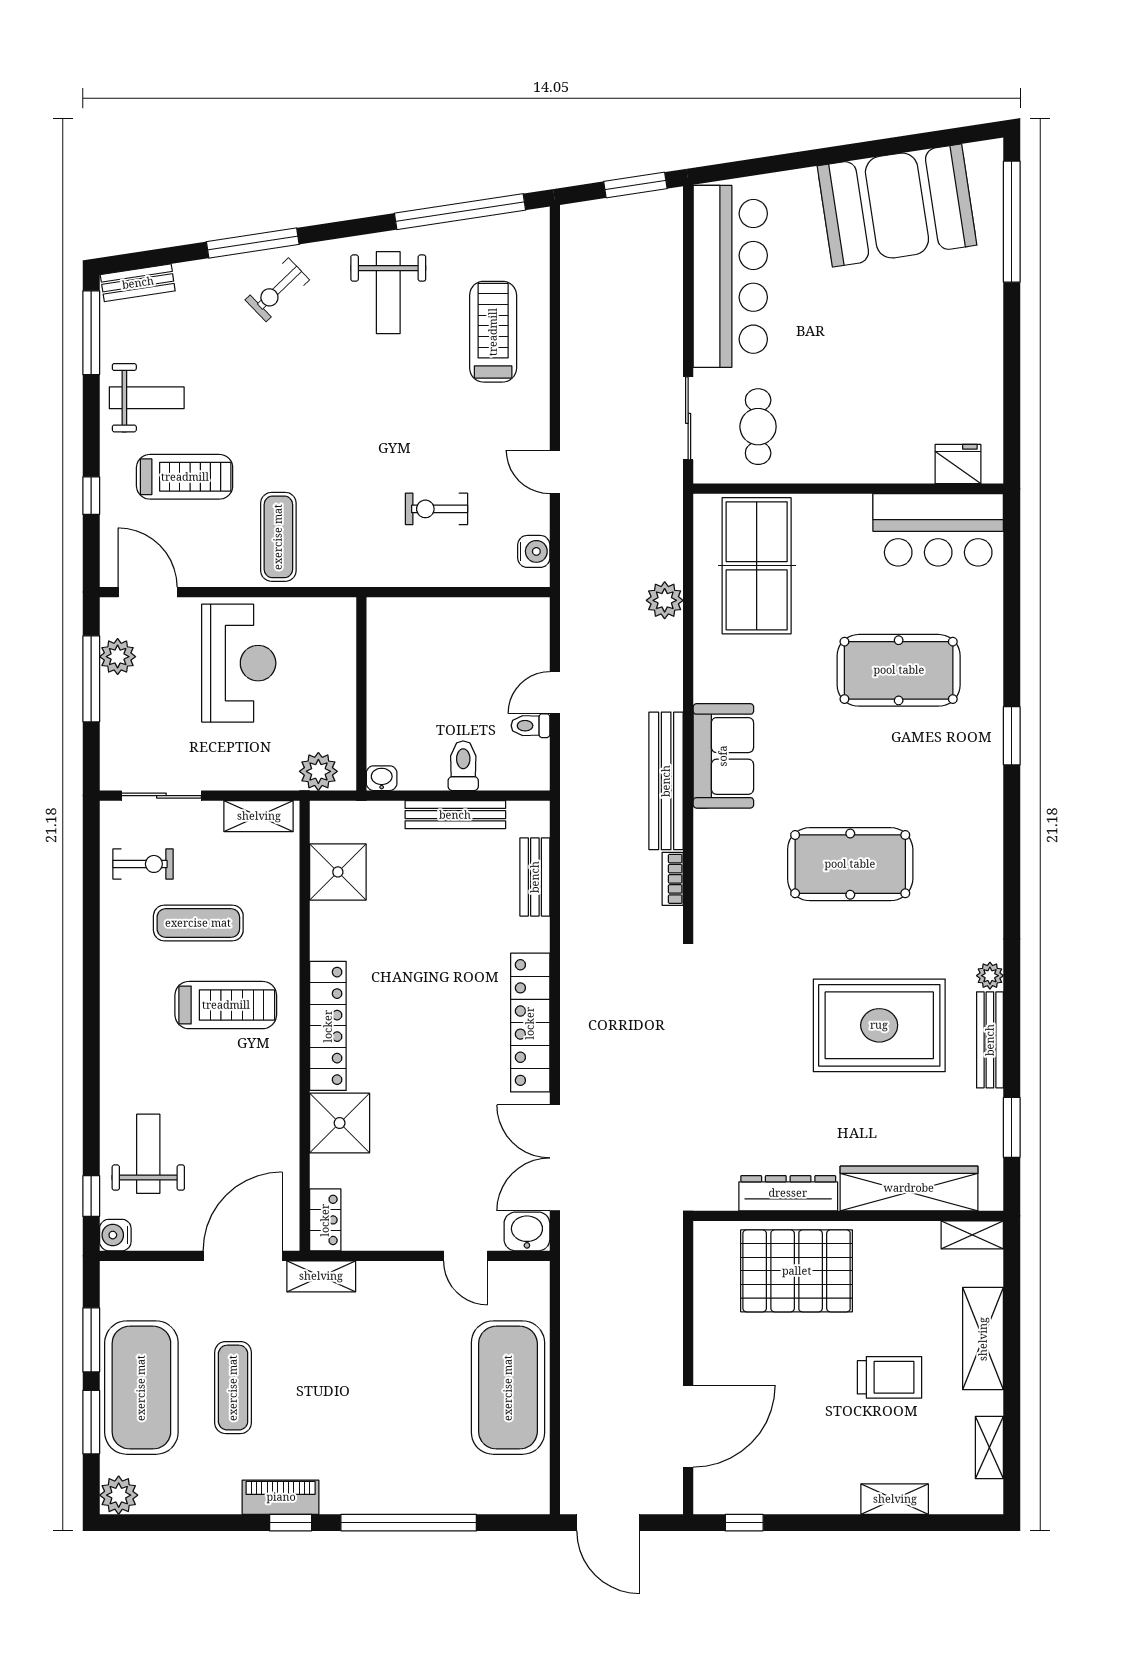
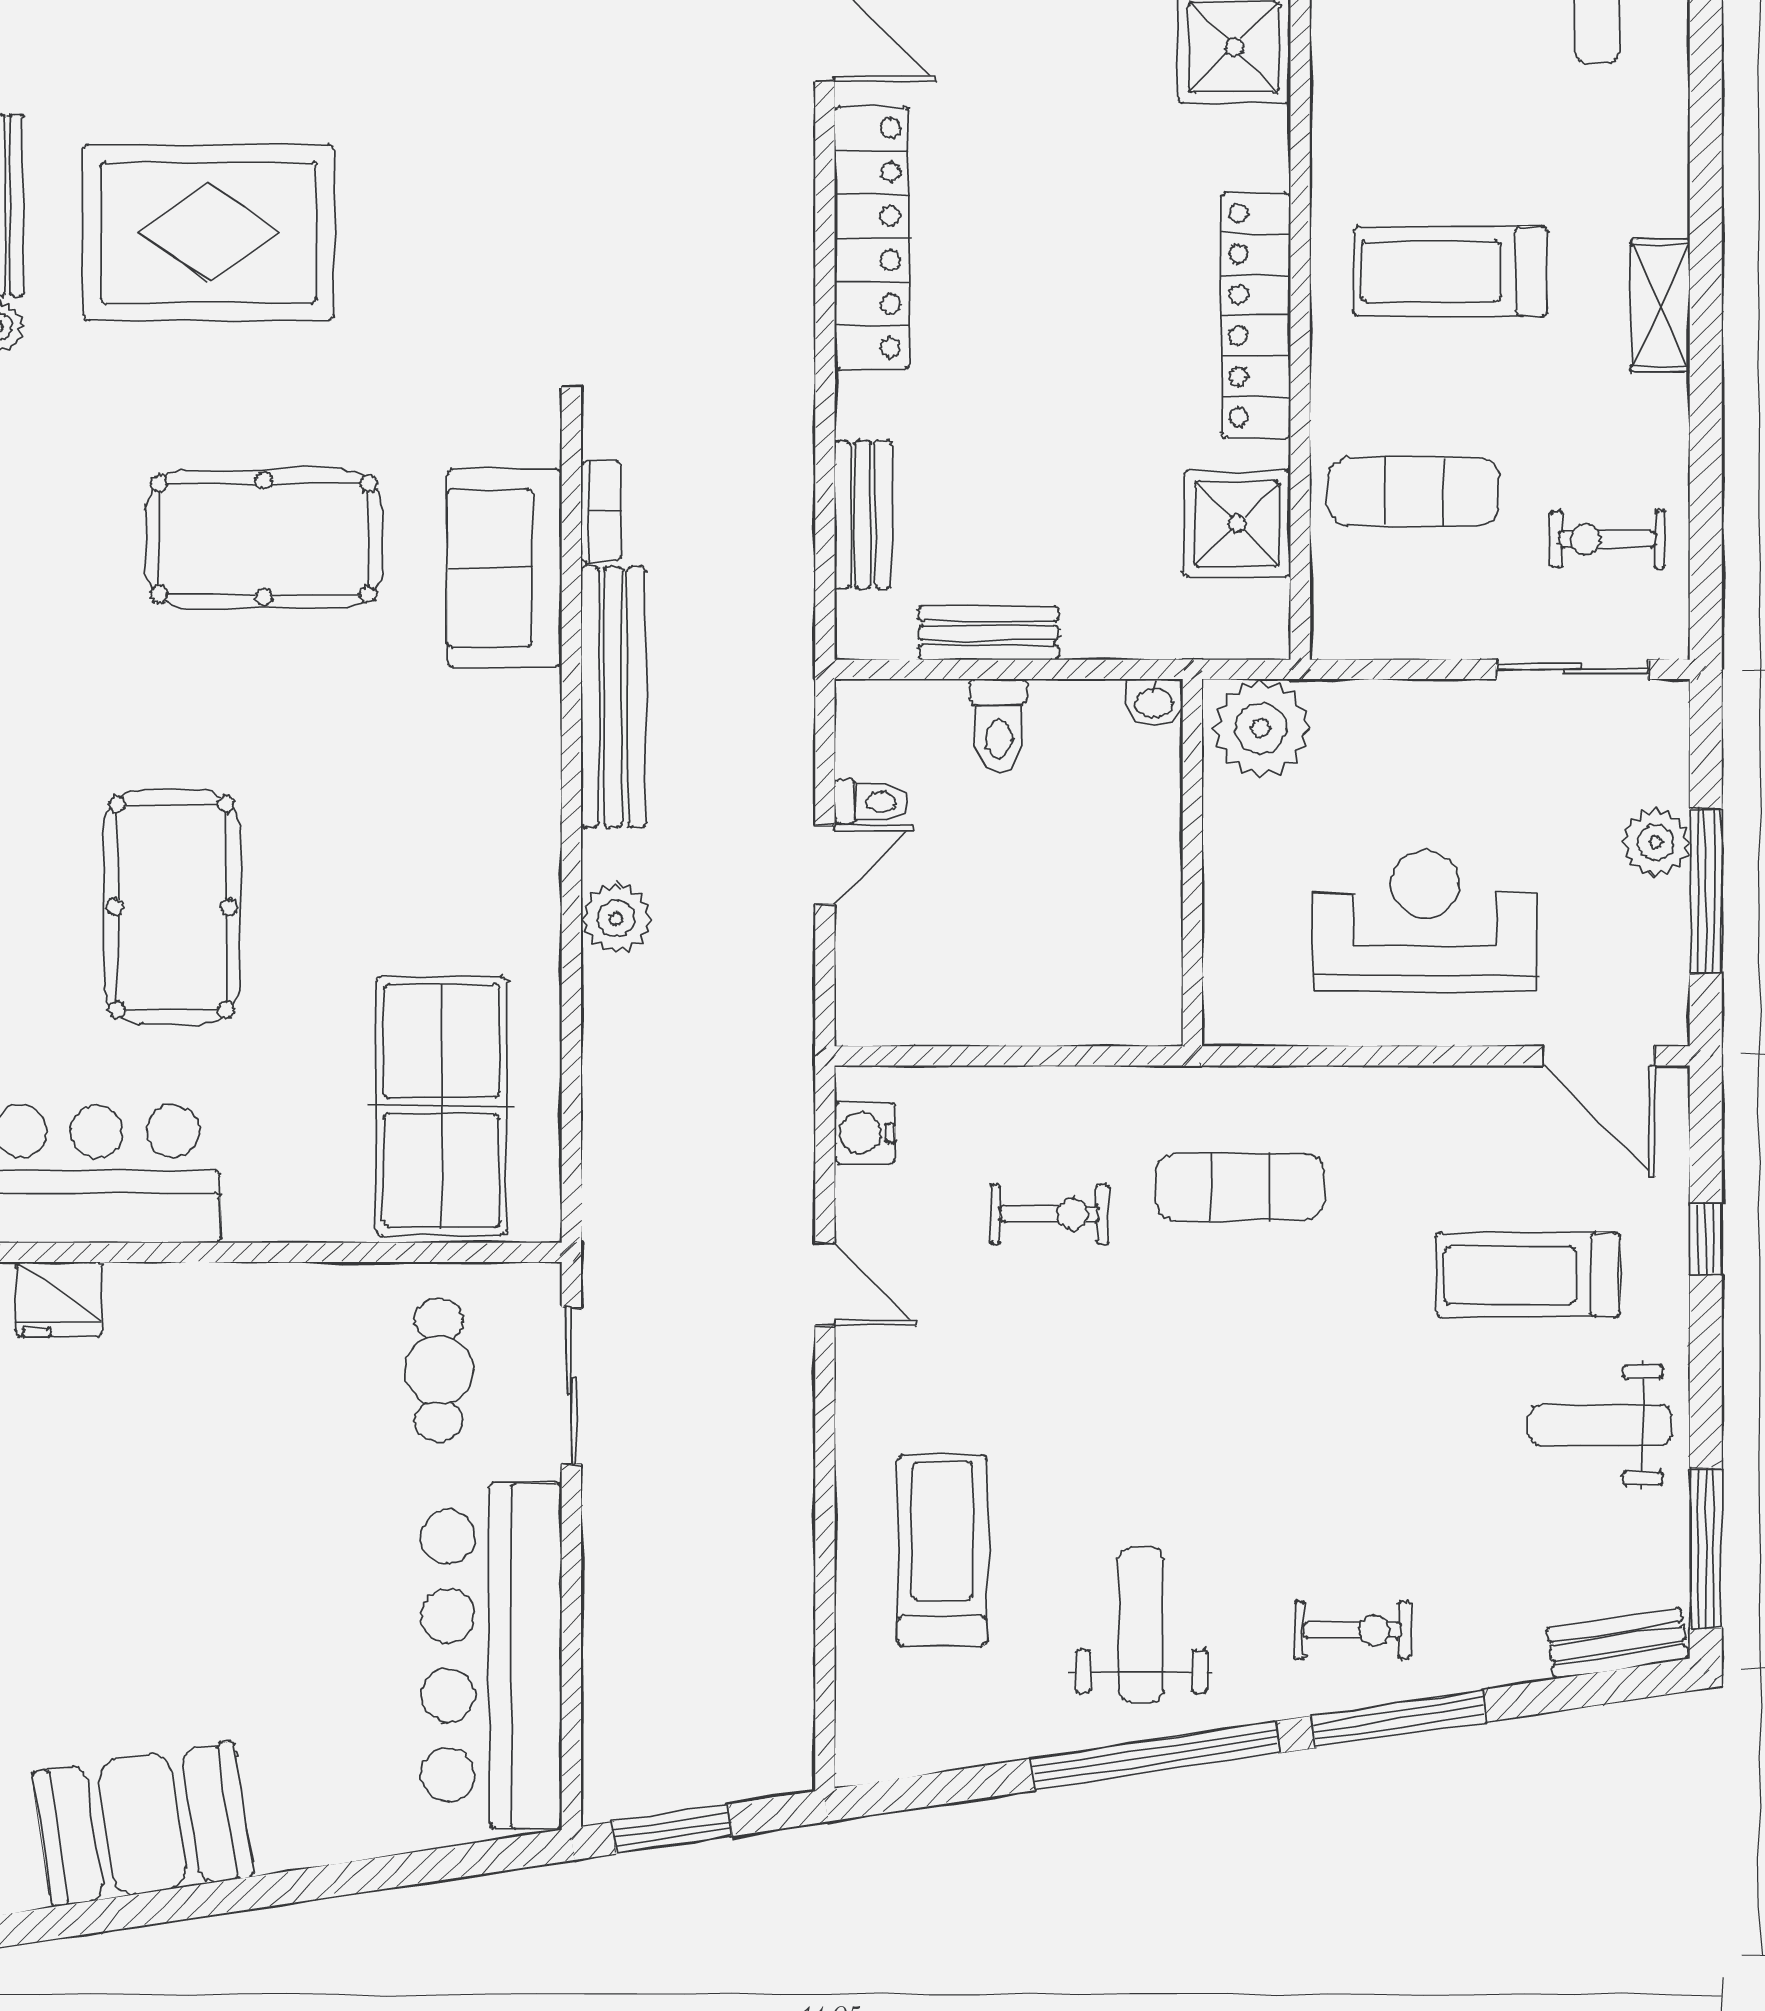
booth: (897, 206) -> (143, 1824), width x0.73, depth x0.70
window: (460, 212) -> (1155, 1756), moved
exercise bike: (277, 290) -> (1352, 1630), turned 44
treadmill: (493, 332) -> (942, 1550), turned 180
exercise mat: (278, 537) -> (1240, 1187), moved, turned 90
plant: (665, 600) -> (616, 918), moved
plant: (118, 657) -> (1656, 842), moved
reception desk: (239, 663) -> (1425, 921), turned 90
pool table: (899, 670) -> (172, 907), turned 90
sofa: (723, 756) -> (505, 568), moved
plant: (318, 771) -> (1261, 728), width x1.36, depth x1.36
bench: (455, 815) -> (988, 633), width x0.73
shelving: (259, 816) -> (1660, 305), moved, turned 90
exercise mat: (198, 923) -> (1413, 491), moved
locker: (328, 1026) -> (1256, 315), moved

